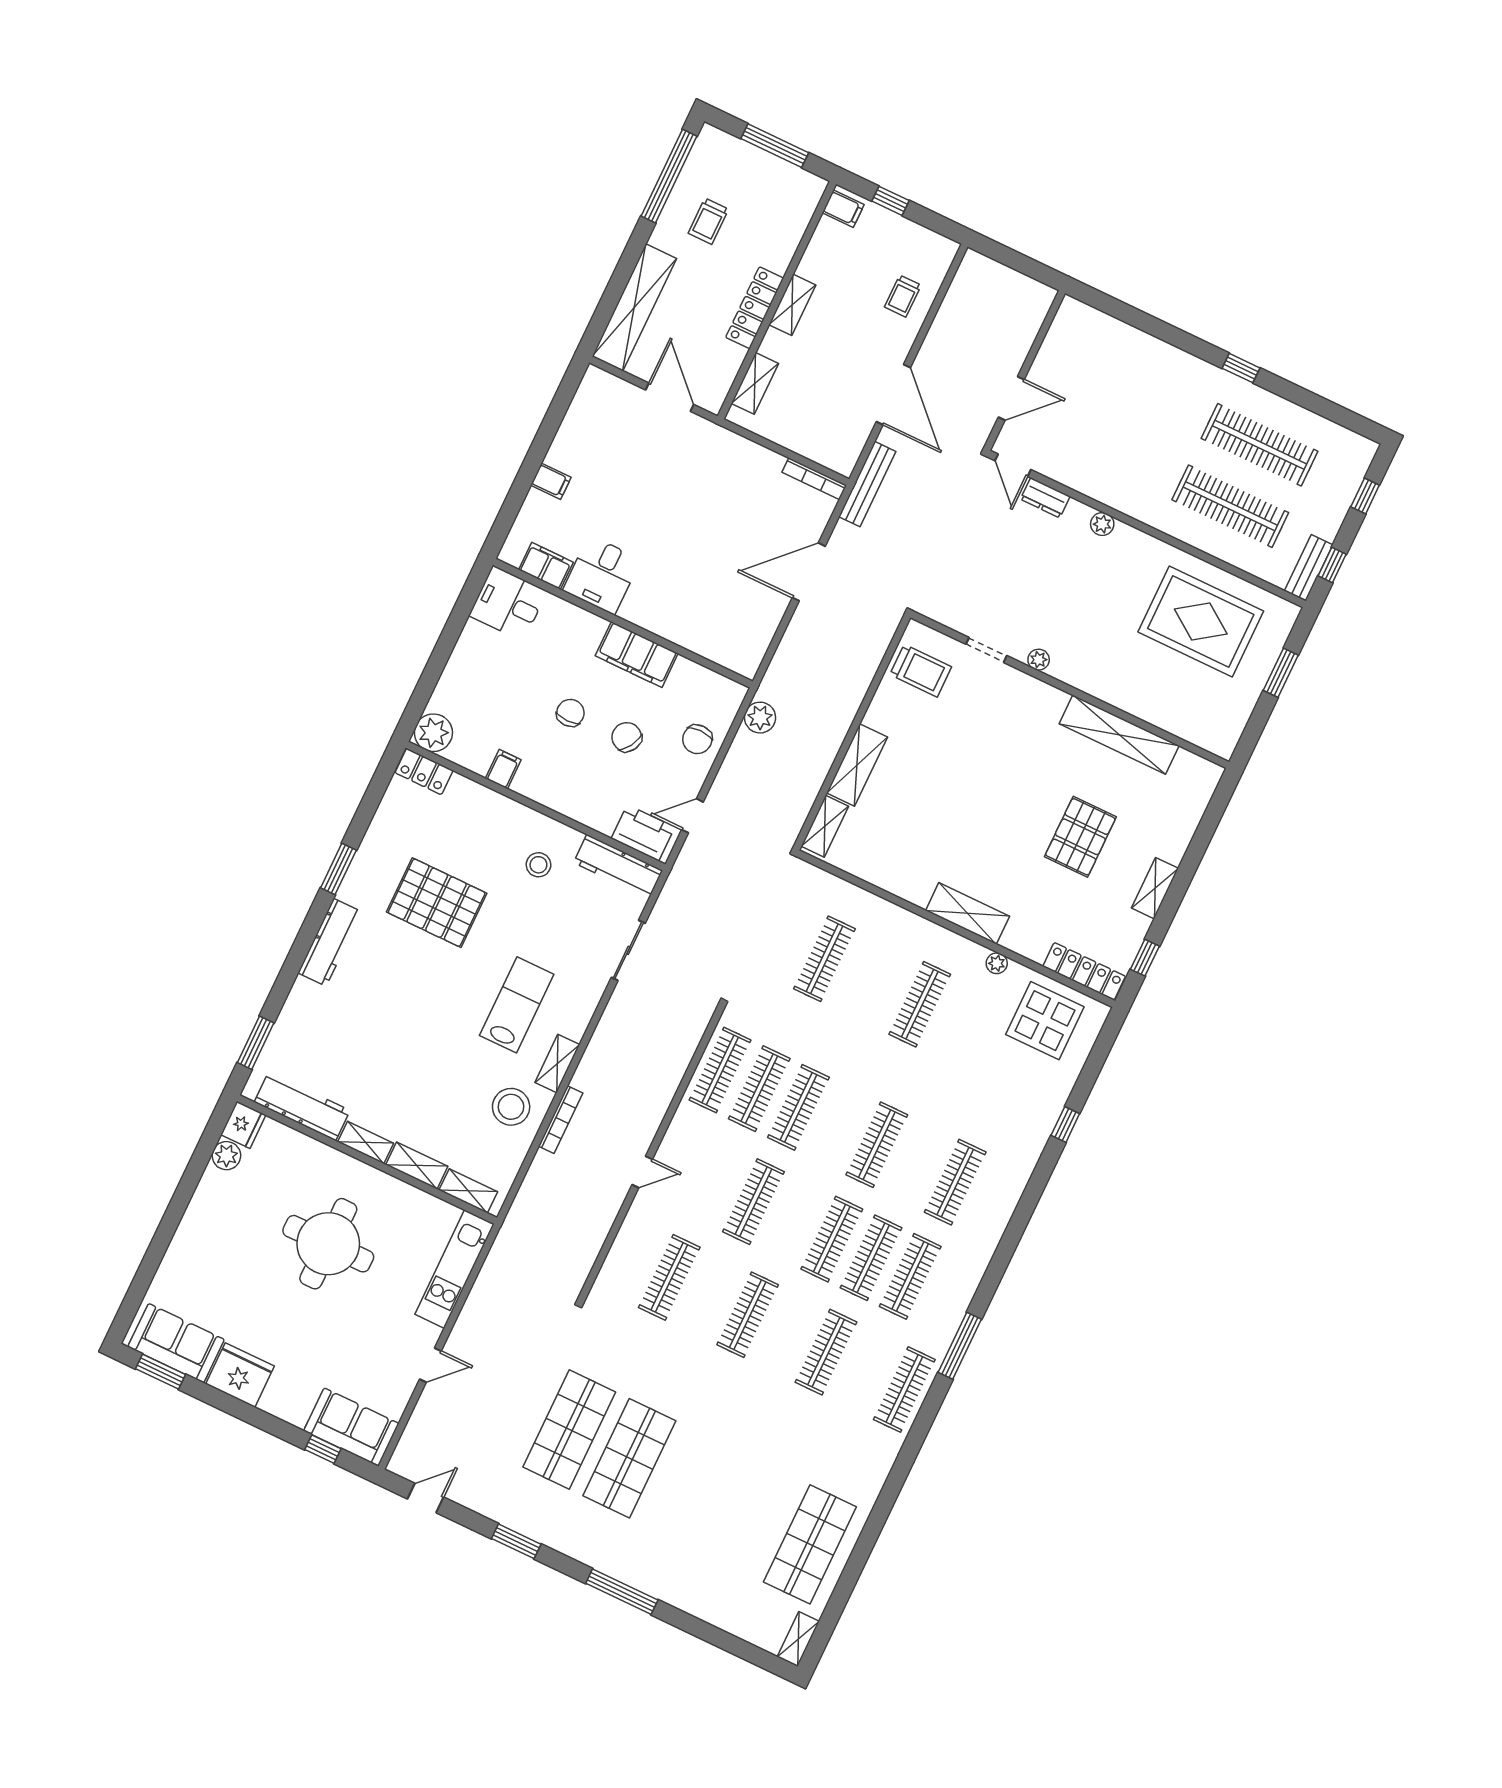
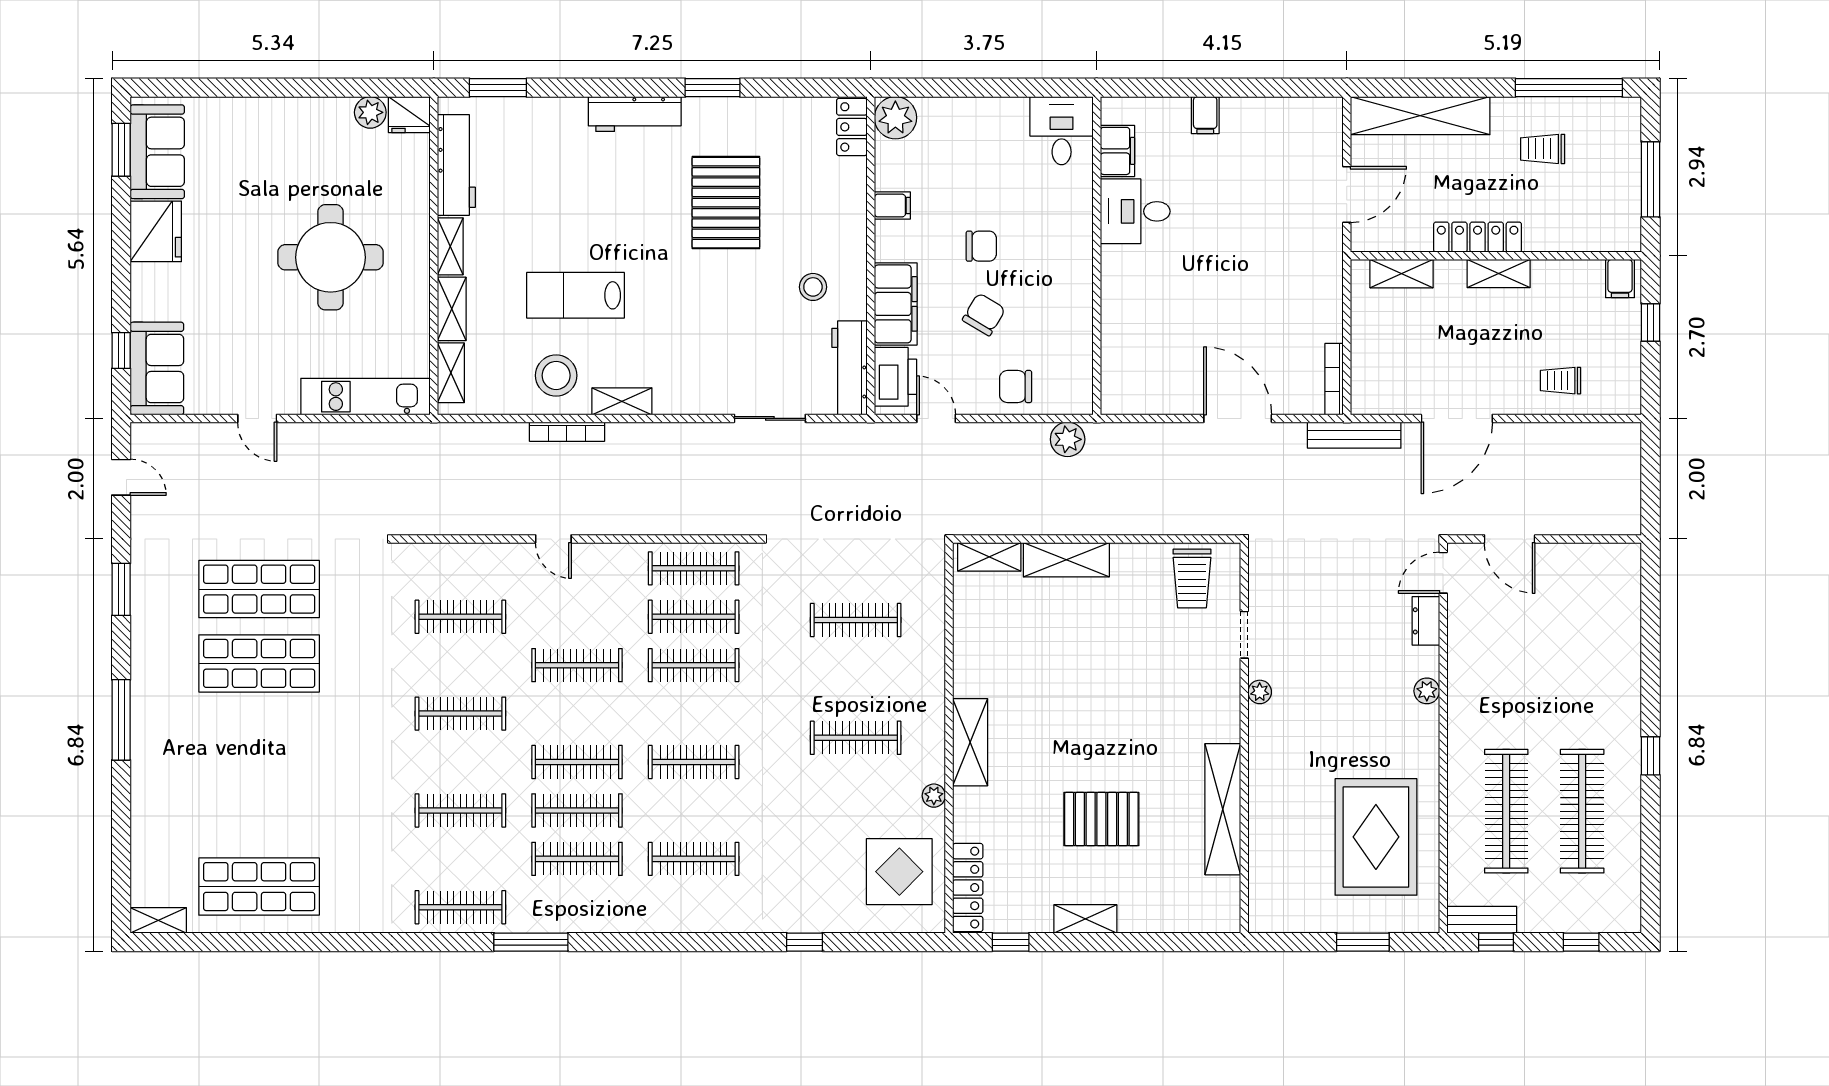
filing cabinet: (637, 655) -> (896, 304), moved, turned 180
lab bench: (517, 1005) -> (576, 295), moved, turned 180

